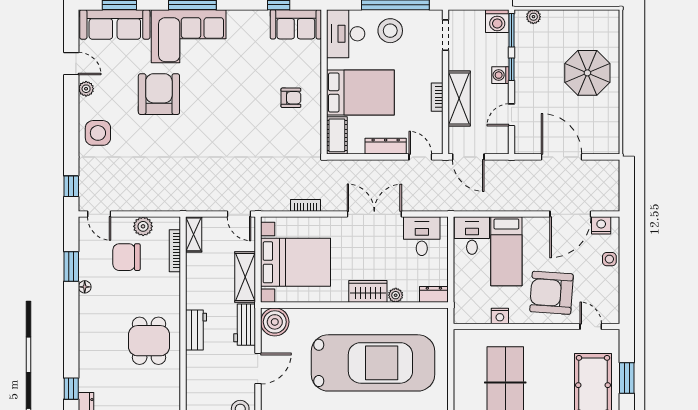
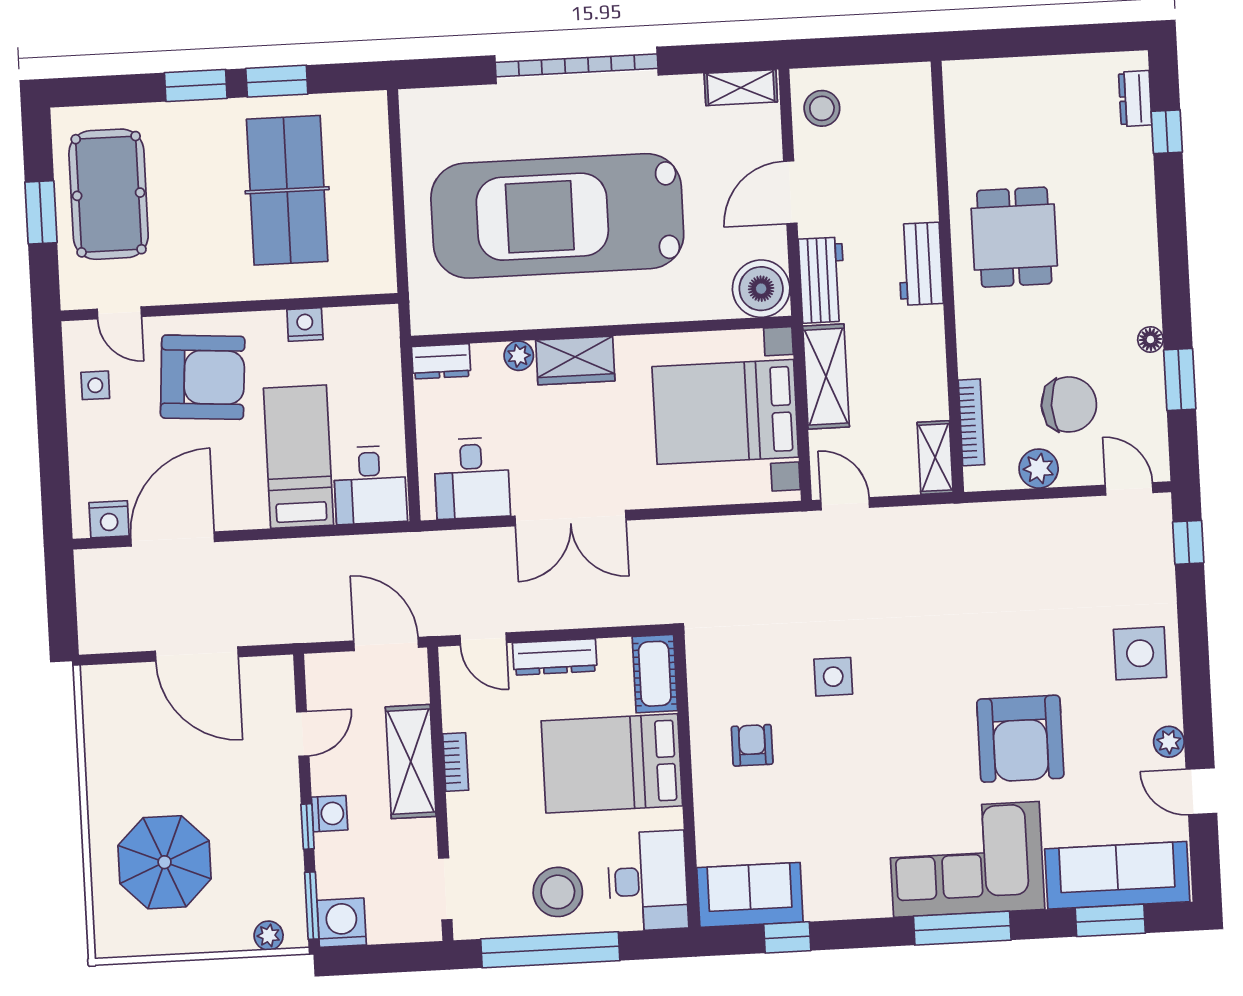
parasol: (587, 73) -> (165, 862), moved
armchair: (291, 98) -> (752, 745), turned 90
side table: (249, 129) -> (833, 677), added
bookcase: (305, 205) -> (711, 528), removed
side table: (609, 259) -> (95, 385), moved

